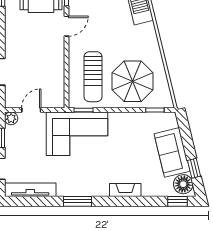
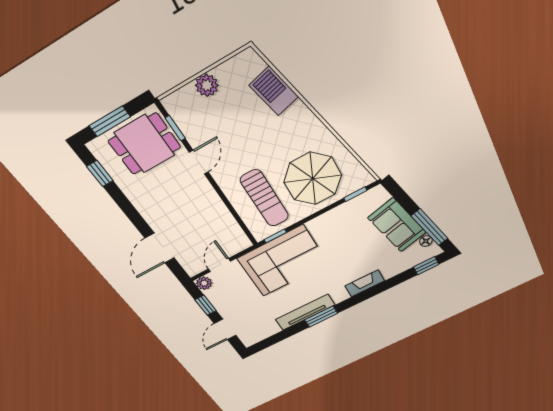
window: (194, 168) -> (430, 227), width x2.17
floor lamp: (183, 184) -> (426, 241), width x0.53, depth x0.53
tv unit: (30, 190) -> (305, 312), moved

